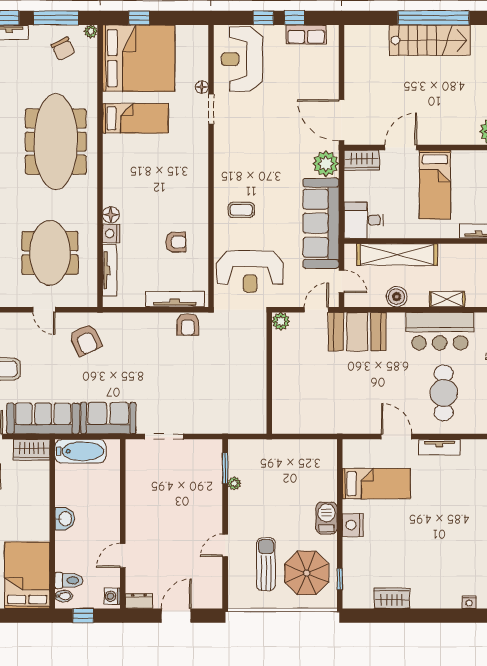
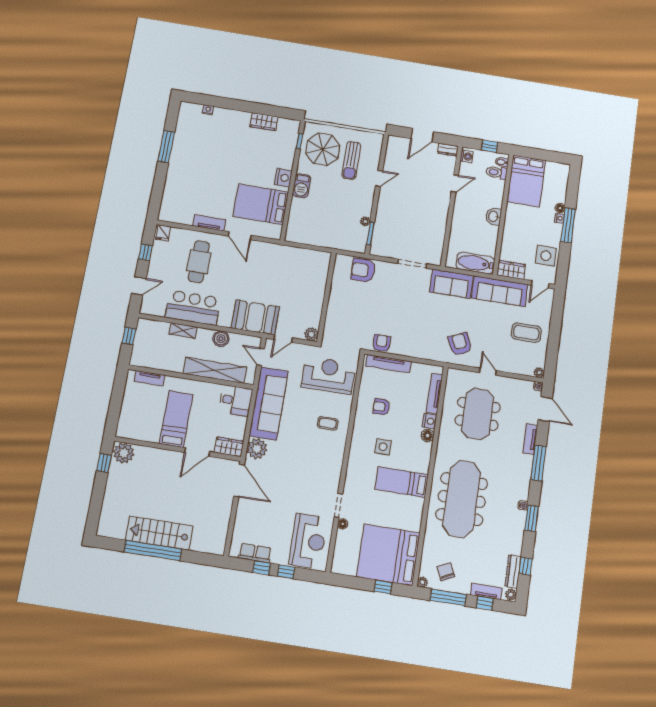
bed: (135, 118) -> (402, 482), moved
side table: (166, 191) -> (383, 447), added
armchair: (227, 417) -> (363, 270), added
bed: (376, 484) -> (261, 204), width x1.50

